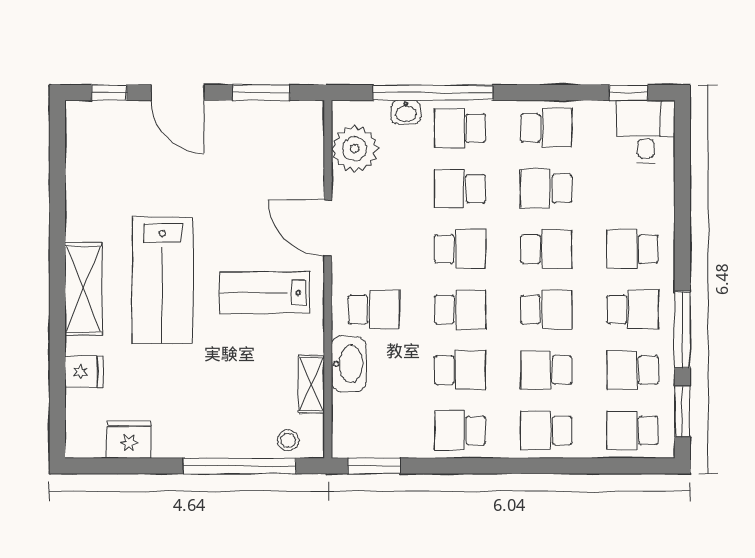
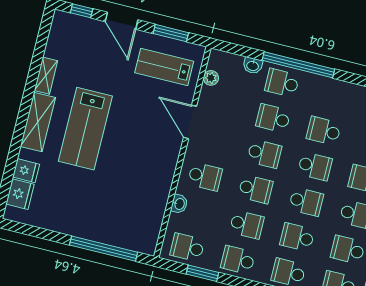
window: (433, 93) -> (298, 65), moved
school desk: (546, 128) -> (187, 247), moved, turned 180
plant: (355, 149) -> (211, 78), width x0.53, depth x0.53
lab bench: (265, 293) -> (164, 67), moved
washbasin: (349, 364) -> (179, 204), width x0.52, depth x0.69
shelving: (311, 384) -> (46, 76), moved
fridge: (129, 440) -> (20, 194), moved, turned 90
stool: (288, 440) -> (136, 241), removed
window: (374, 466) -> (202, 273), moved

